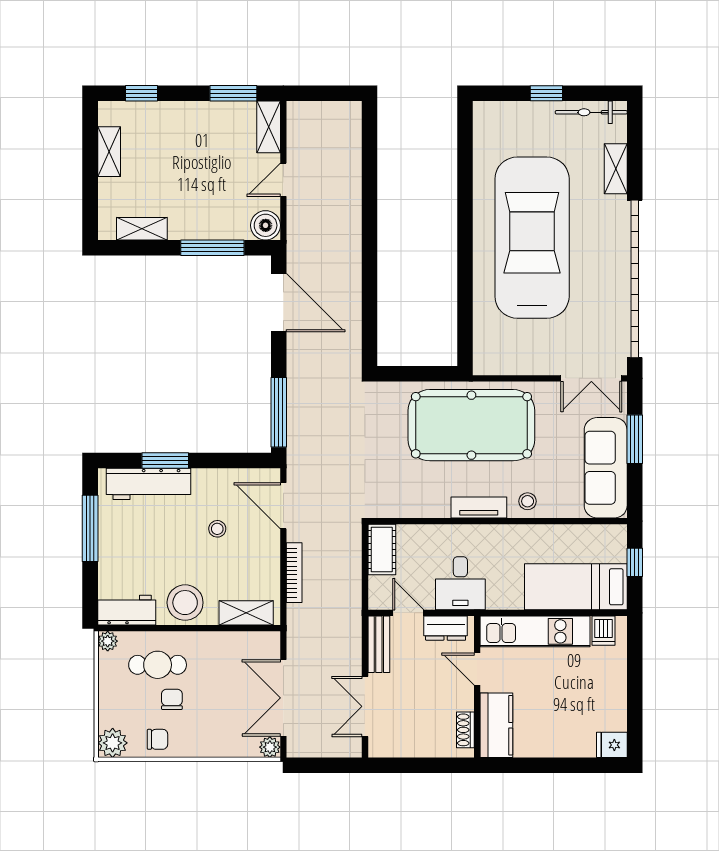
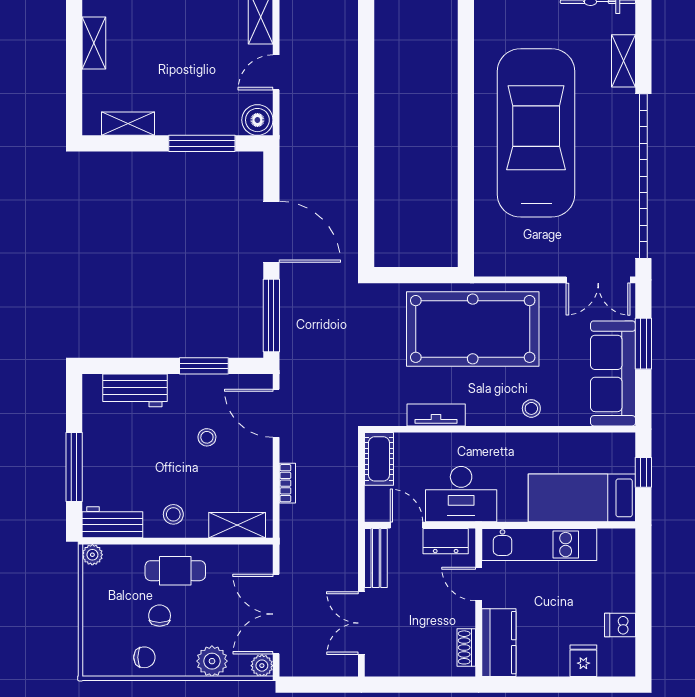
door: (279, 303) -> (271, 232), moved
window: (165, 460) -> (204, 366), moved
workbench: (148, 484) -> (135, 390), width x0.73
tv unit: (479, 507) -> (436, 415), moved
window: (90, 528) -> (74, 467), moved
bookcase: (294, 573) -> (287, 483), width x0.64
desk: (460, 583) -> (461, 494), width x1.37
stool: (185, 603) -> (173, 514), width x0.53, depth x0.53
dishwasher: (603, 631) -> (620, 625), moved, turned 90
cafe table: (158, 665) -> (175, 571), moved
plant: (113, 743) -> (212, 661), moved
fridge: (612, 745) -> (583, 661), moved, turned 90

